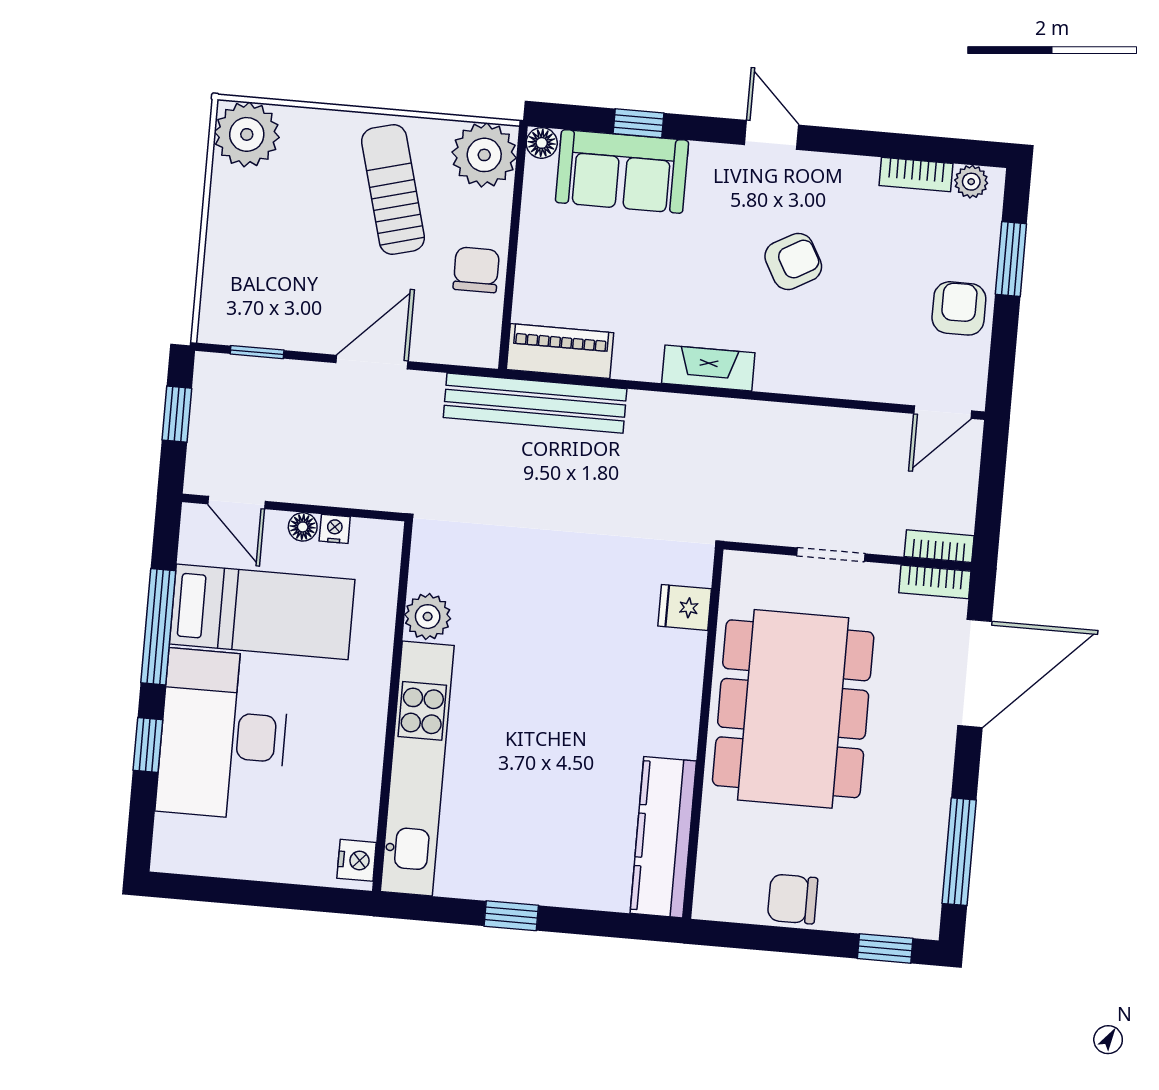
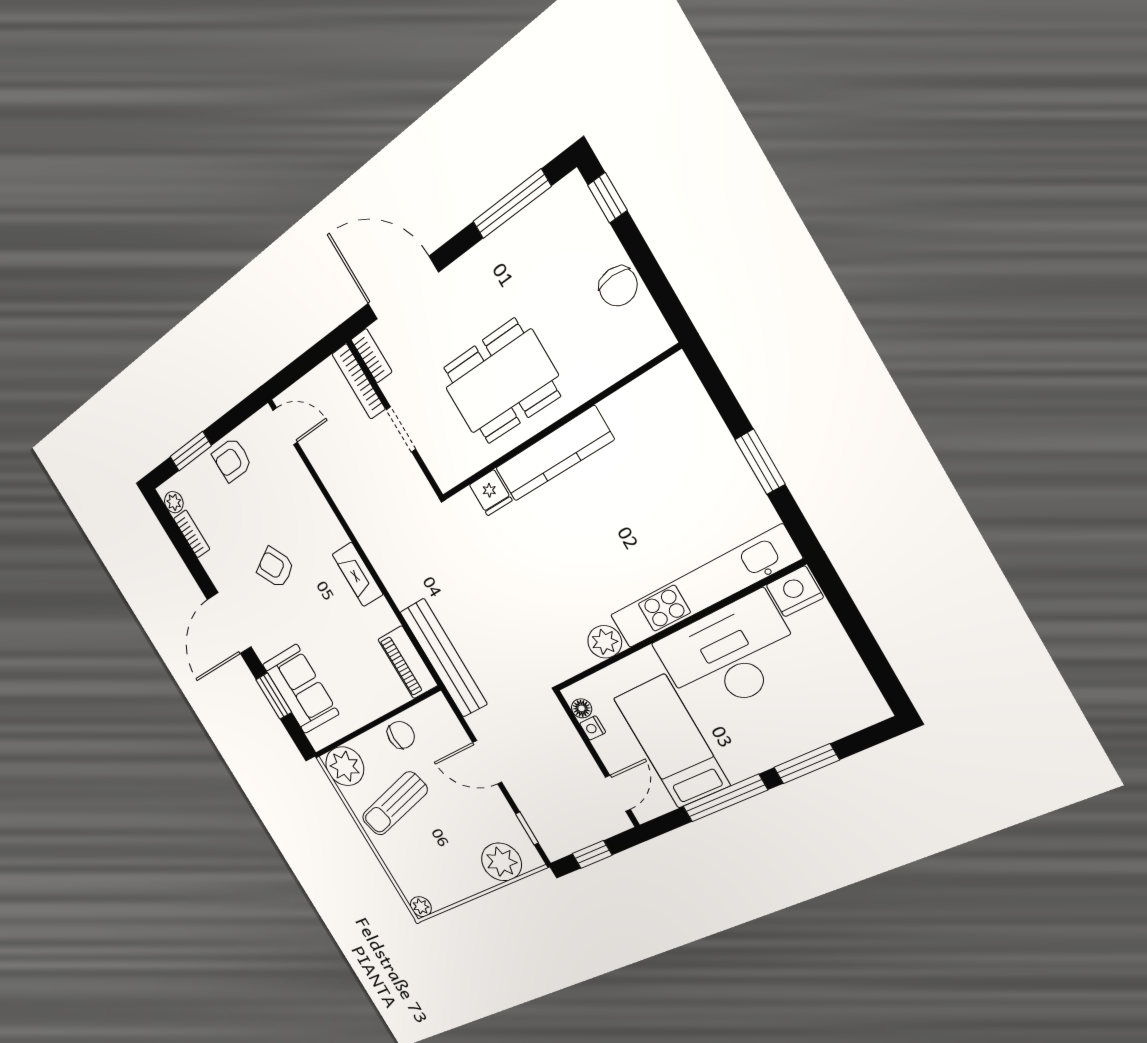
window: (638, 123) -> (274, 696), width x1.50
plant: (247, 134) -> (421, 907), width x0.53, depth x0.53
door: (772, 135) -> (229, 623), width x1.88
floor lamp: (542, 143) -> (318, 740), removed
chair: (476, 270) -> (401, 735), turned 180
plant: (232, 284) -> (501, 862), added
floor lamp: (303, 527) -> (582, 708), moved
bookcase: (939, 546) -> (359, 382), width x1.56
dining table: (793, 709) -> (501, 382), width x0.73, depth x0.80
desk: (223, 735) -> (729, 656), moved, turned 180
window: (148, 745) -> (806, 764), width x1.50
kitchen counter: (663, 837) -> (554, 454), moved
nightstand: (357, 860) -> (795, 591), width x1.36, depth x1.33
window: (511, 916) -> (760, 462), width x1.50

